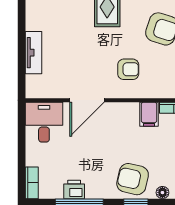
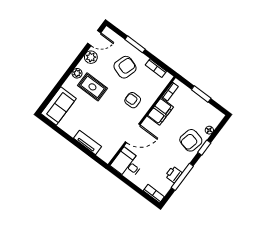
armchair: (128, 69) -> (133, 100), turned -90
door: (87, 100) -> (133, 133), hinge flipped
filing cabinet: (149, 114) -> (160, 111), width x2.00

